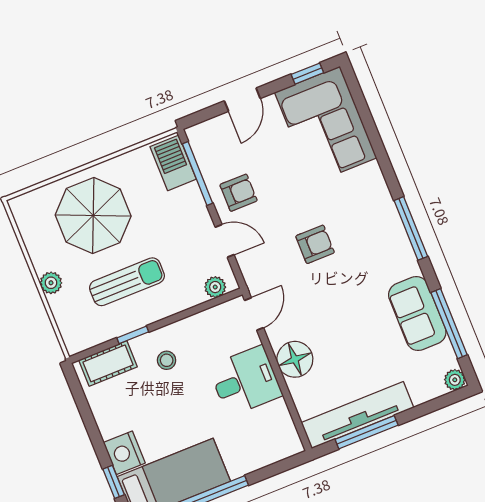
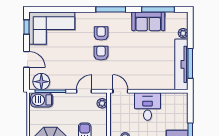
armchair: (239, 193) -> (101, 33), moved
floor lamp: (295, 359) -> (41, 82), moved
plant: (455, 380) -> (183, 33), moved

